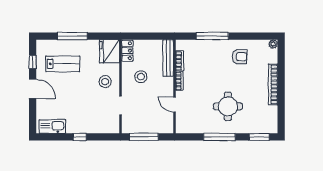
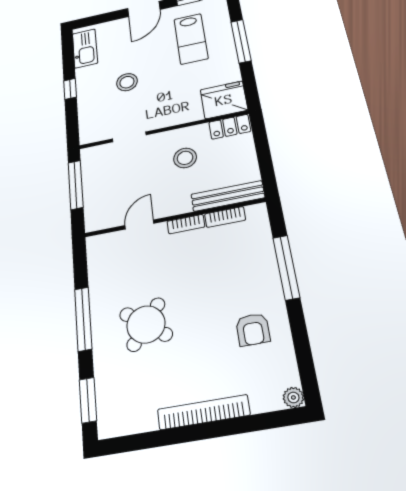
stool: (105, 82) -> (127, 82), moved
round table: (228, 106) -> (146, 324), turned 37

